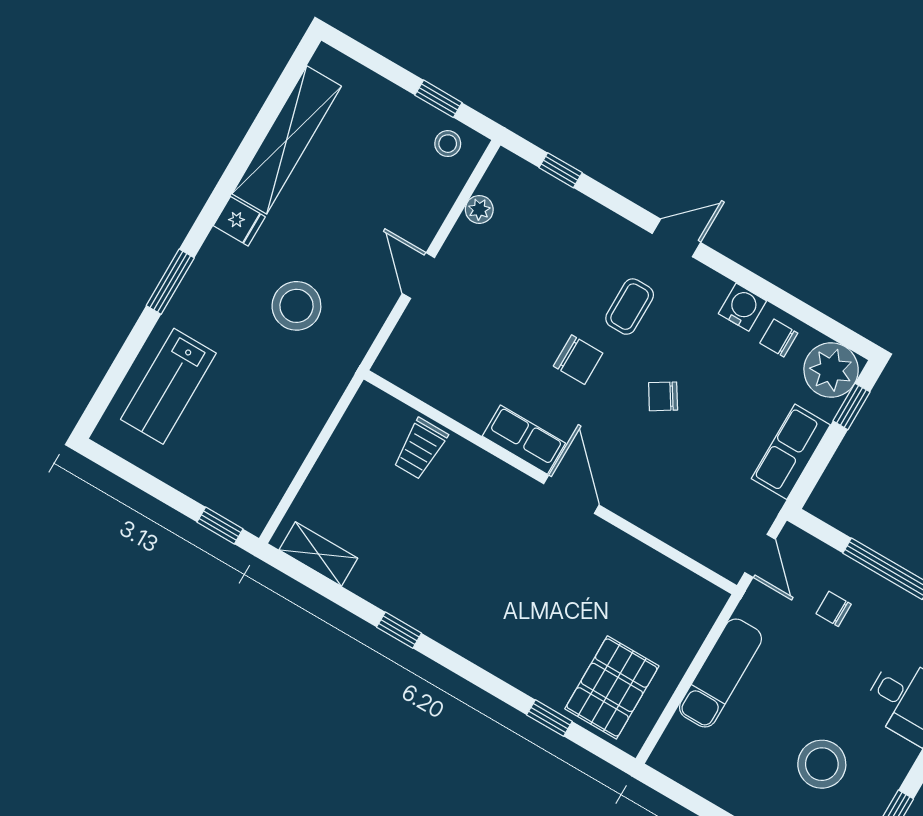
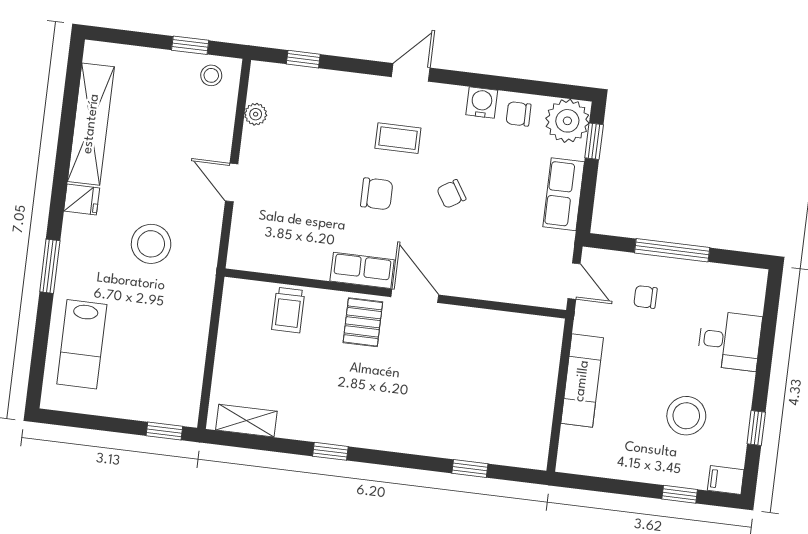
coffee table: (630, 307) -> (398, 138), turned 90
pallet: (612, 687) -> (363, 322), moved, width x0.67, depth x0.71

